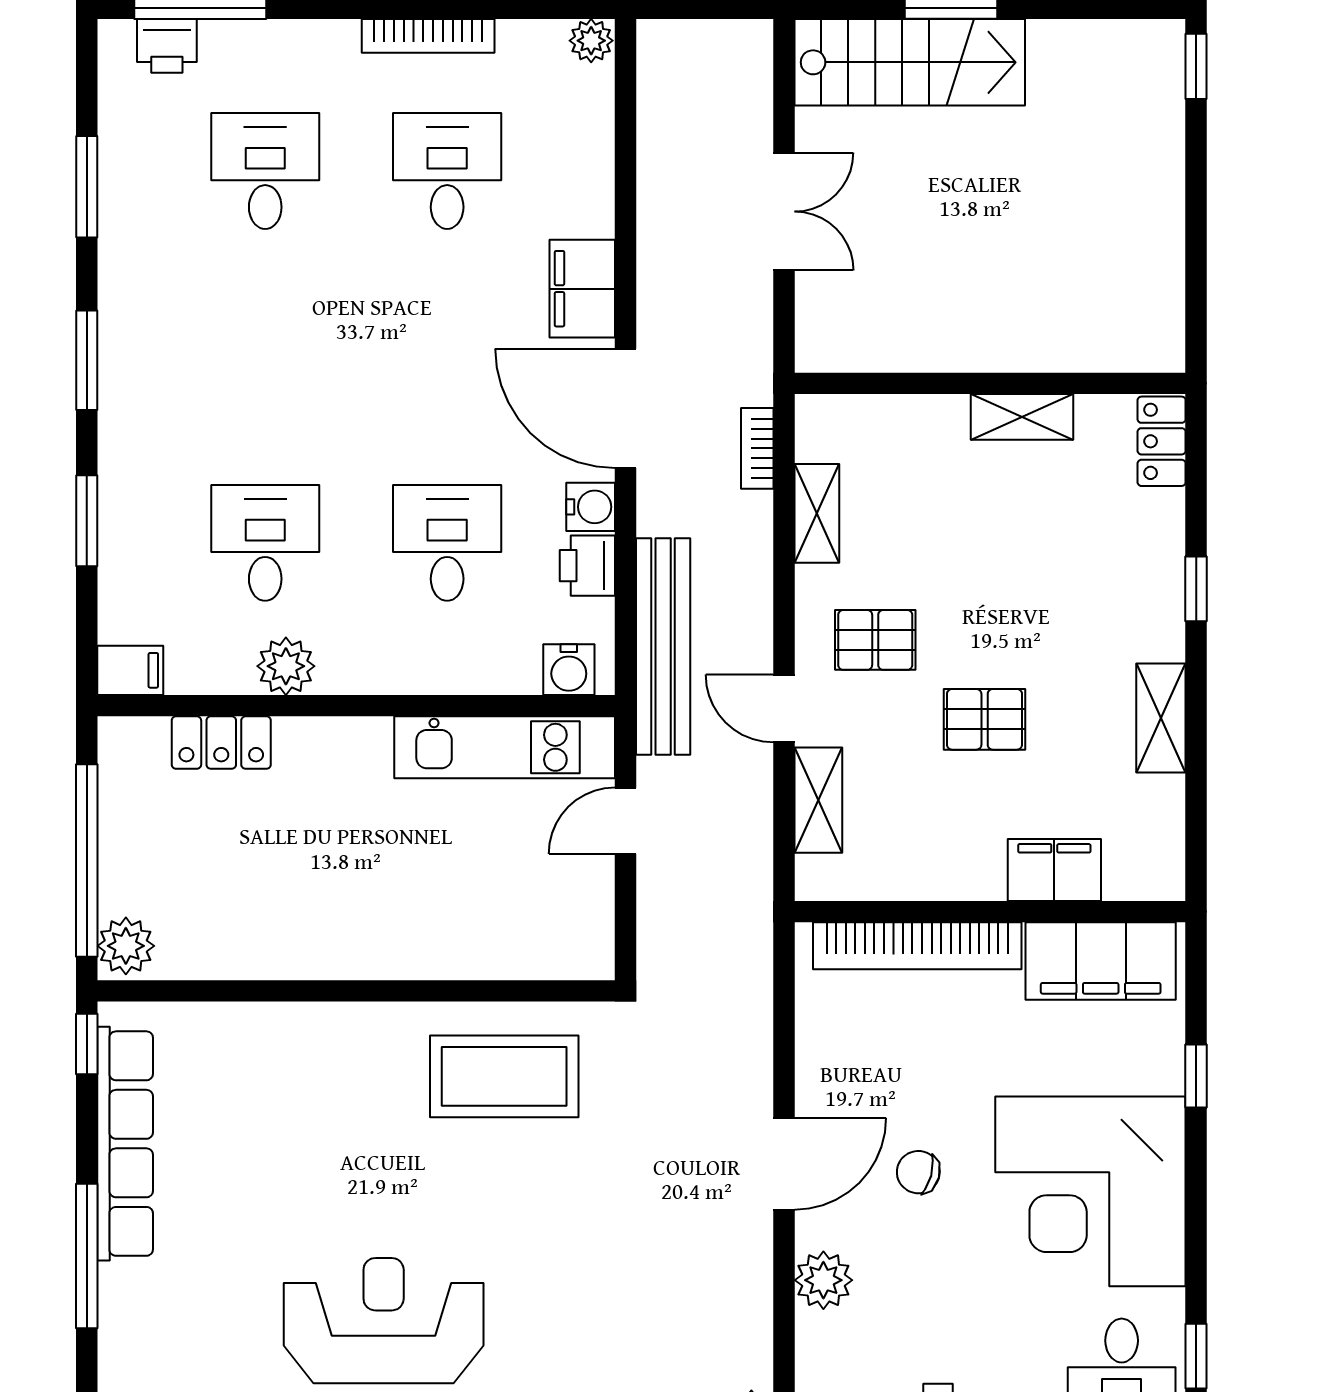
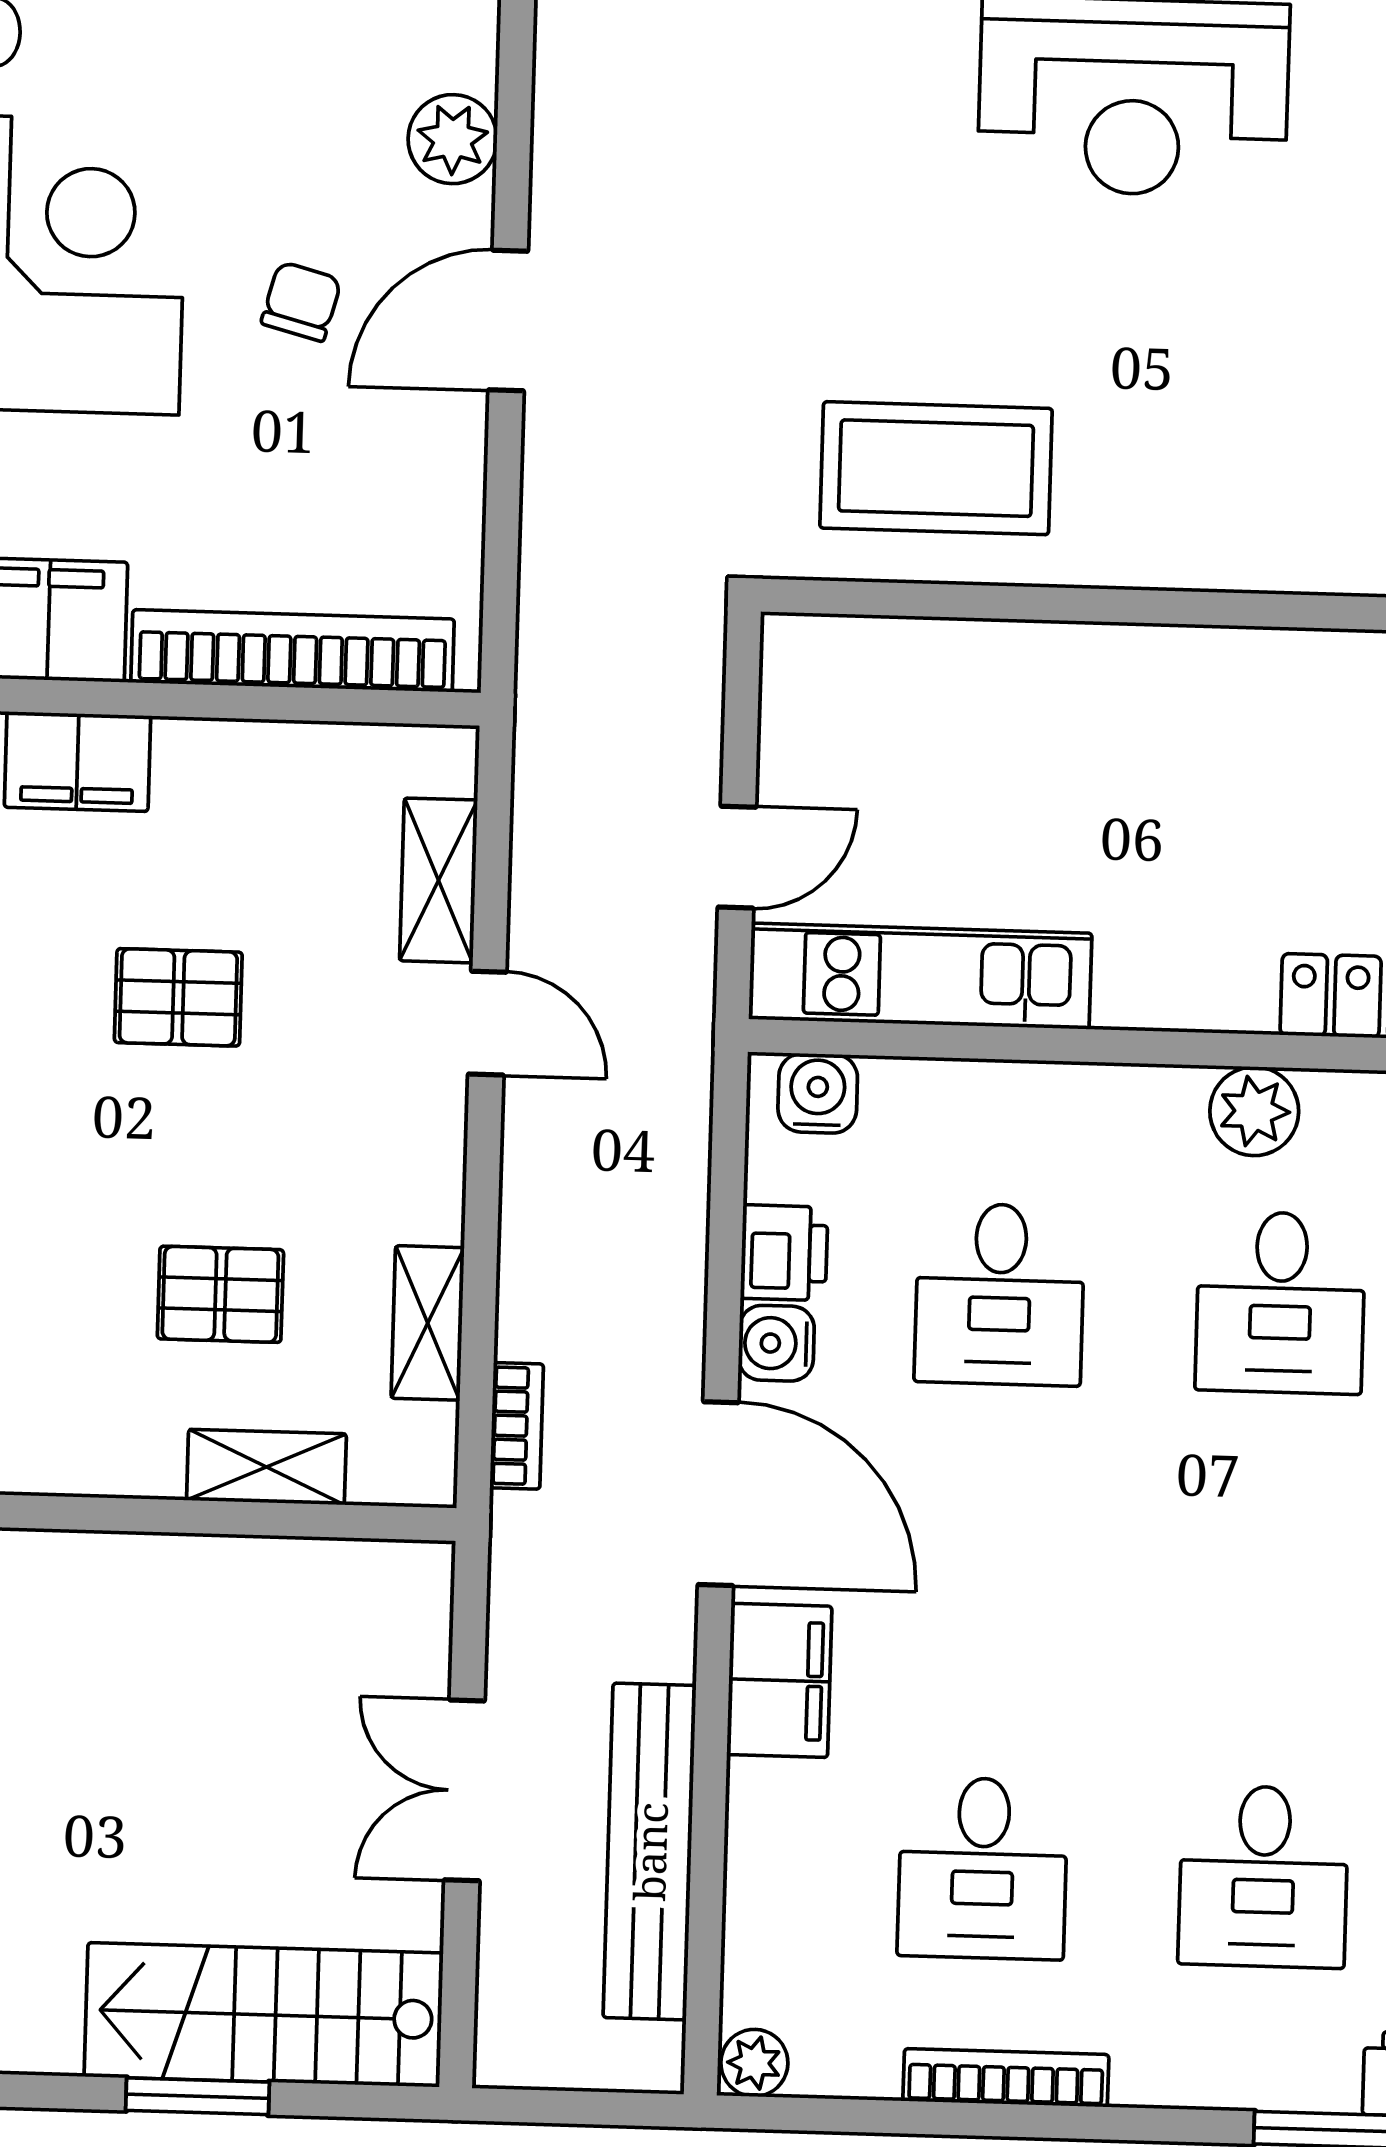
shelving: (1022, 417) -> (266, 1467), moved
pallet: (875, 640) -> (220, 1294), moved
bench: (663, 646) -> (650, 1852), moved
chair: (918, 1172) -> (301, 301), turned -90

